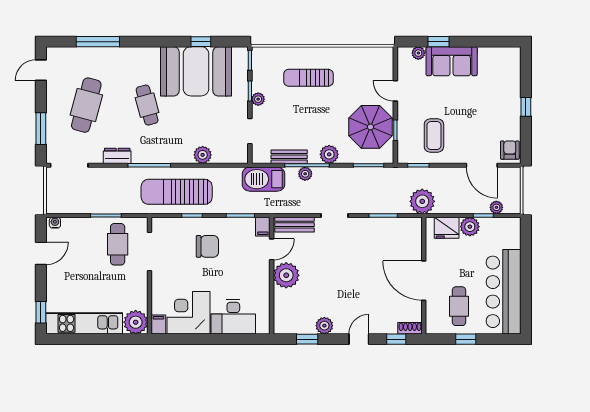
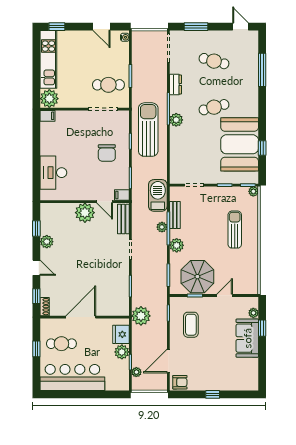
plant: (258, 99) -> (253, 191), moved
cafe table: (86, 105) -> (214, 61), width x0.73, depth x0.74
coffee table: (434, 135) -> (191, 325), turned 90
plant: (203, 155) -> (176, 120), moved
corner desk: (188, 313) -> (56, 139), removed

